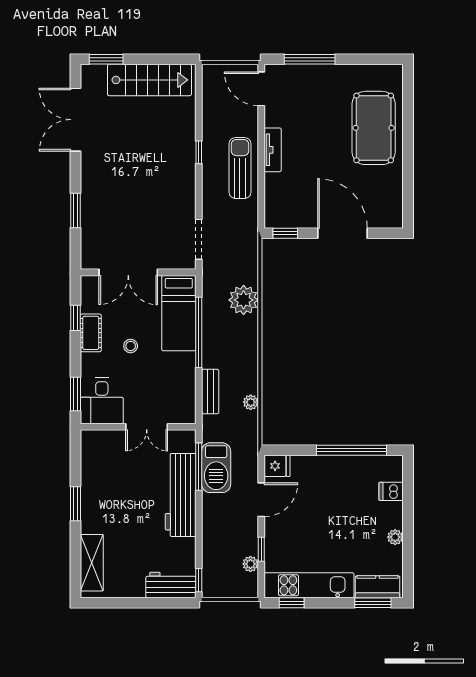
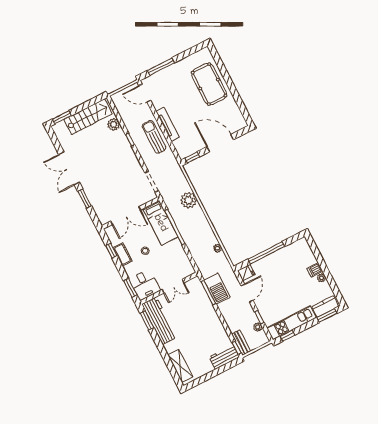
plant: (184, 114) -> (114, 124), added
double door: (76, 120) -> (69, 168), moved
tv unit: (273, 150) -> (168, 124), width x1.41
bench: (210, 392) -> (241, 343), moved
window: (352, 450) -> (266, 253), moved
dishwasher: (391, 491) -> (315, 270), moved
workbench: (181, 495) -> (159, 321), moved, turned 180
window: (76, 504) -> (147, 320), moved

